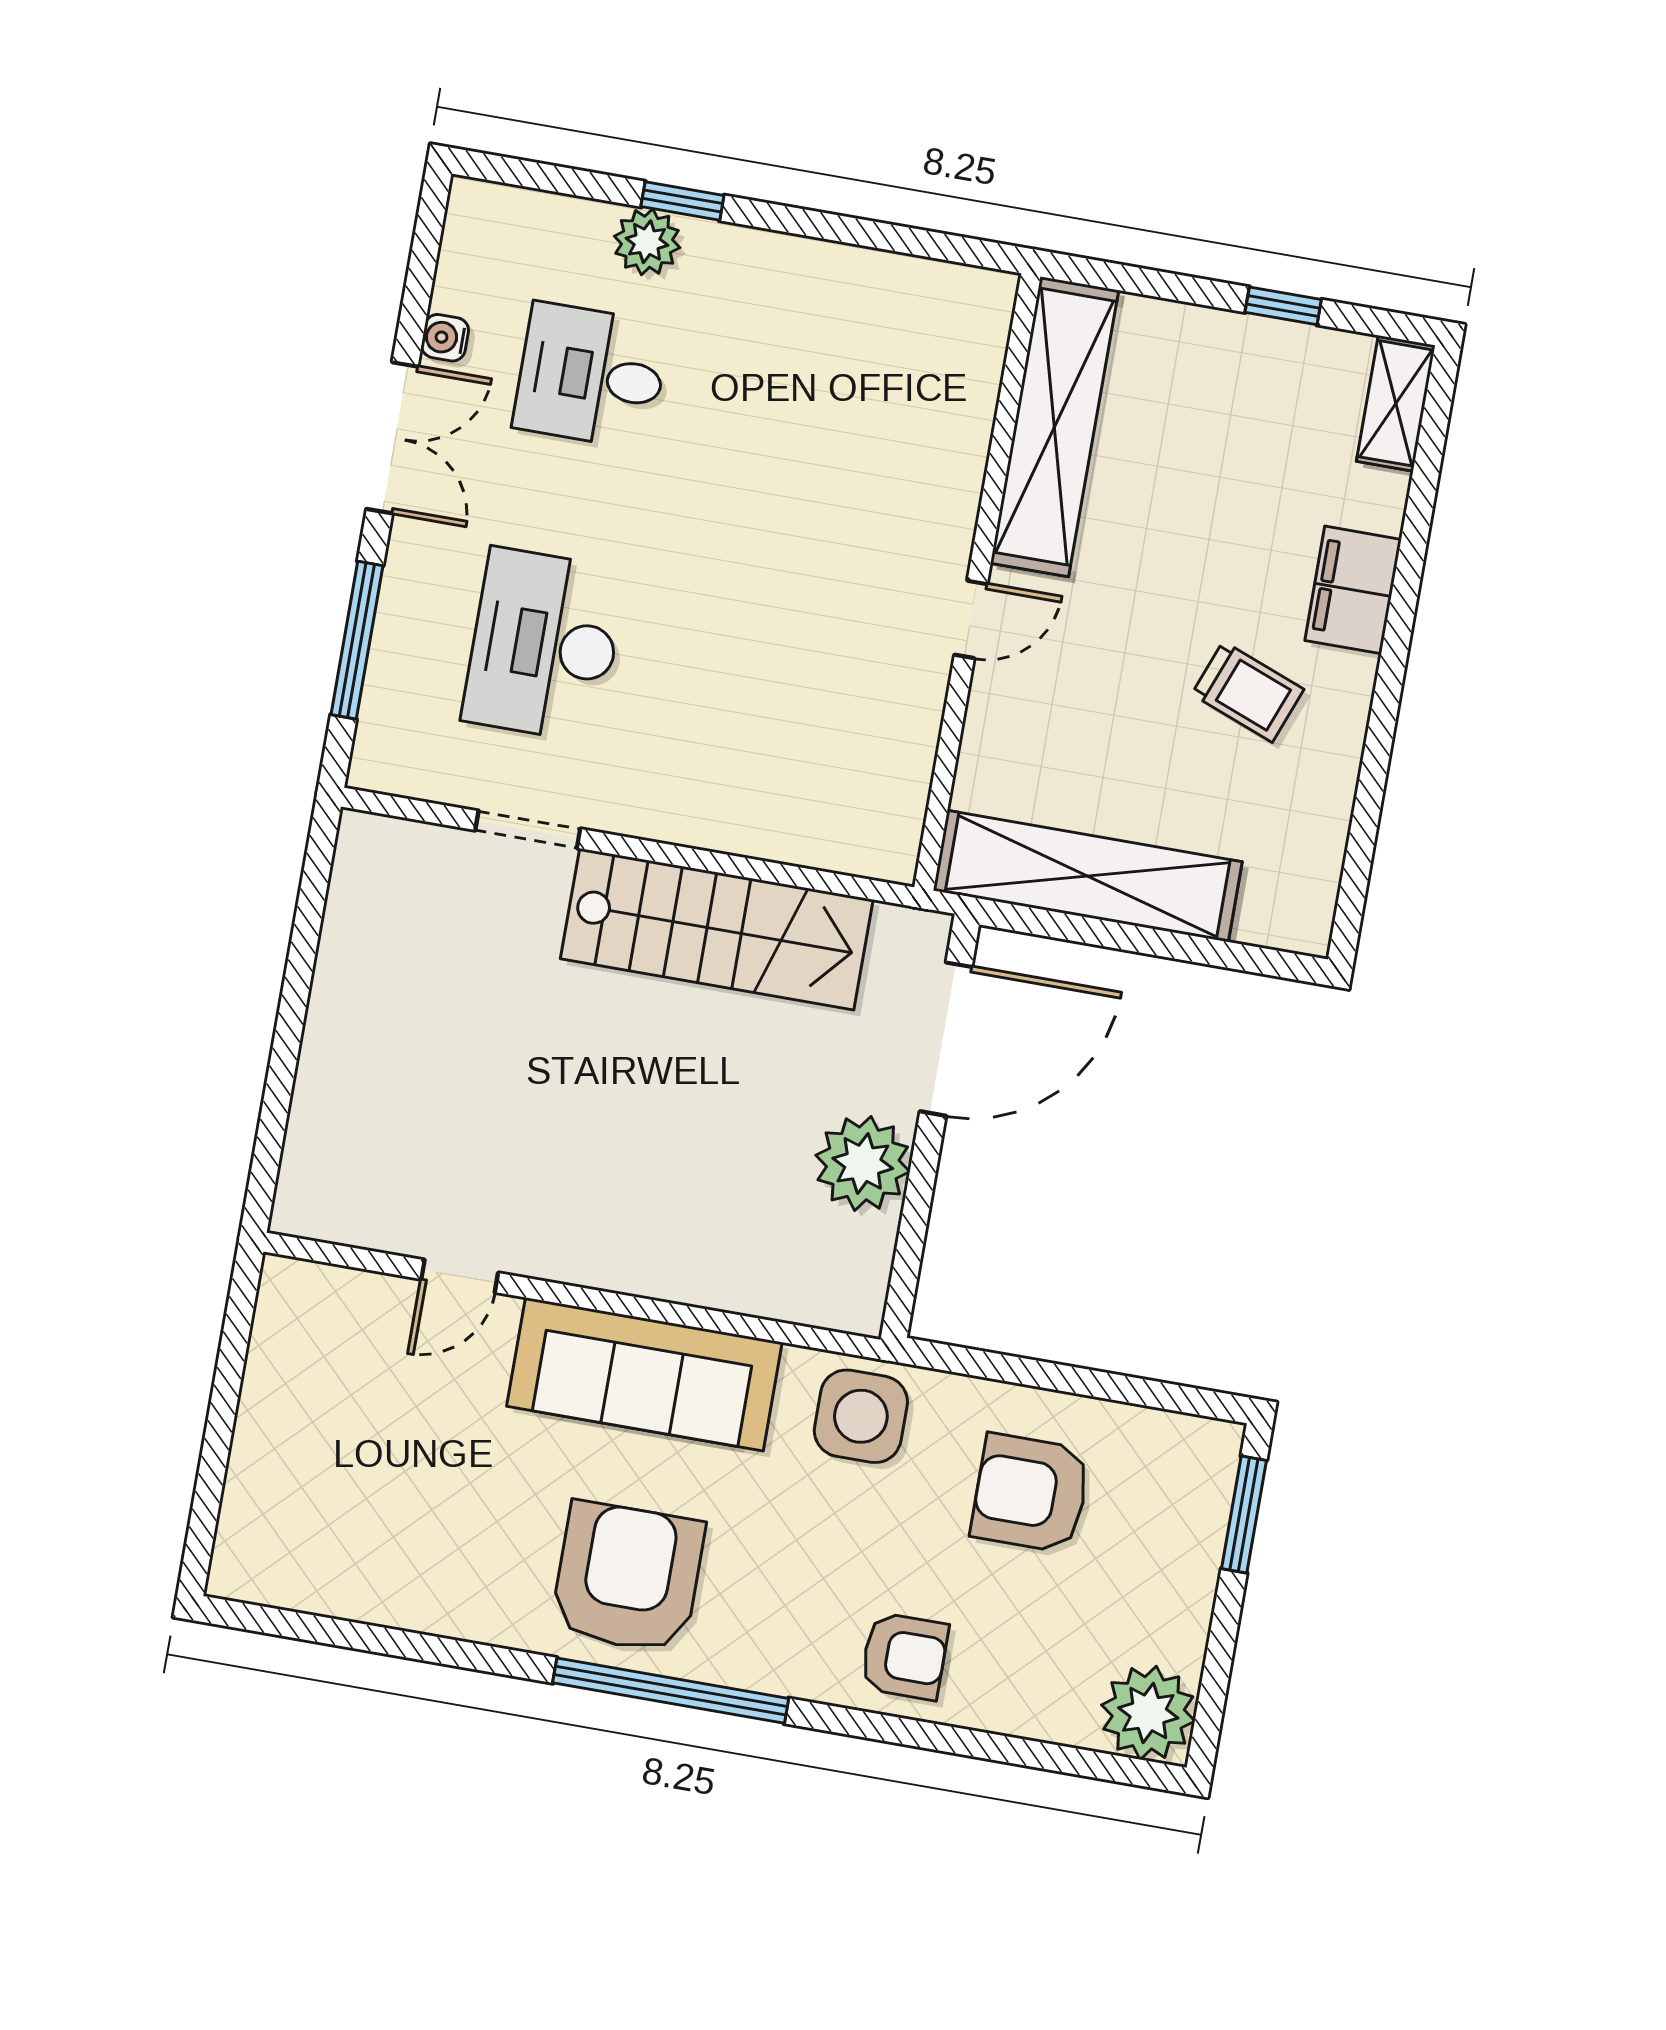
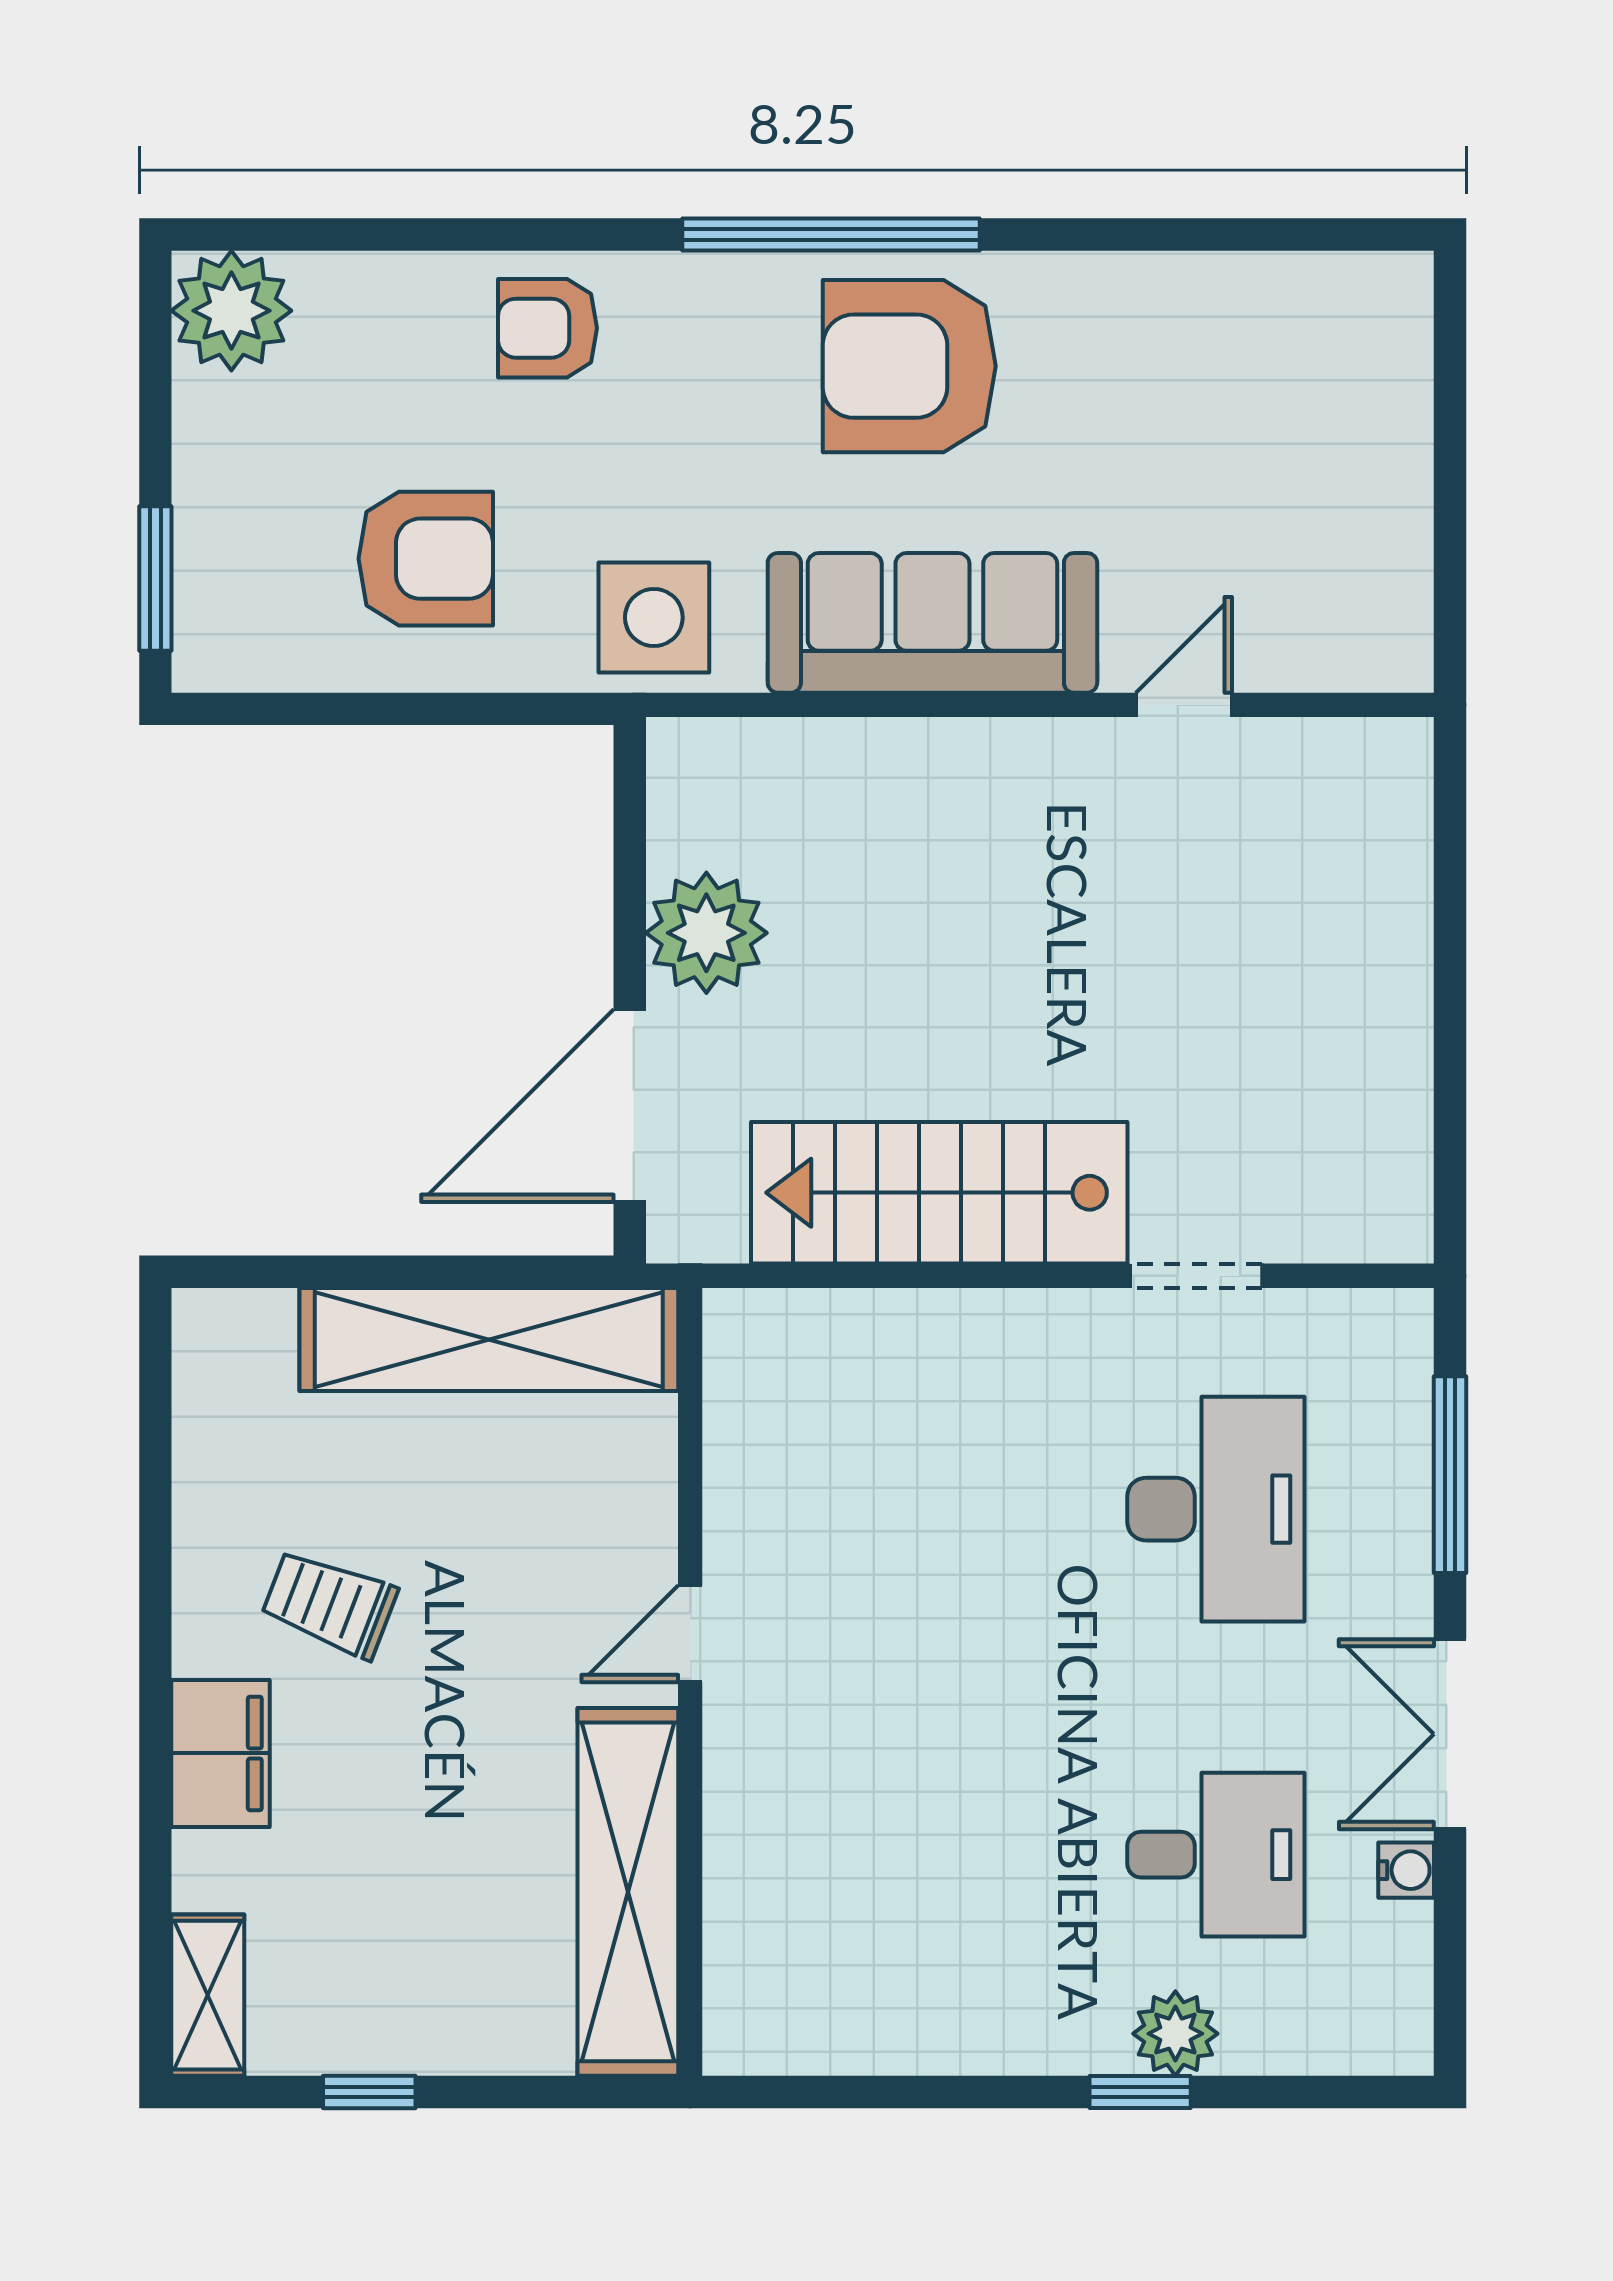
armchair: (628, 1577) -> (909, 366), turned 90

